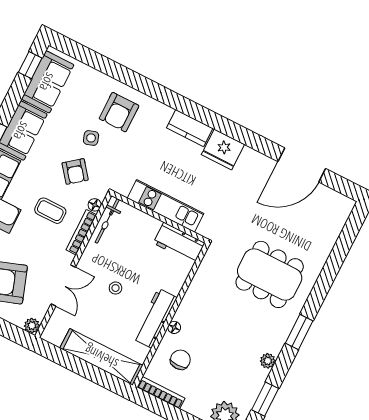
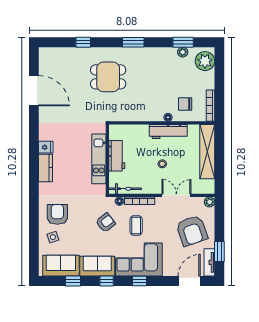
window: (30, 65) -> (73, 281), moved
armchair: (119, 112) -> (57, 214), turned -90
side table: (91, 138) -> (53, 237), moved
fridge: (223, 149) -> (46, 147), width x0.53, depth x0.75
workbench: (179, 243) -> (117, 156), moved
window: (333, 265) -> (83, 42), added
dining table: (270, 274) -> (108, 77), width x0.73
plant: (268, 361) -> (183, 52), moved

